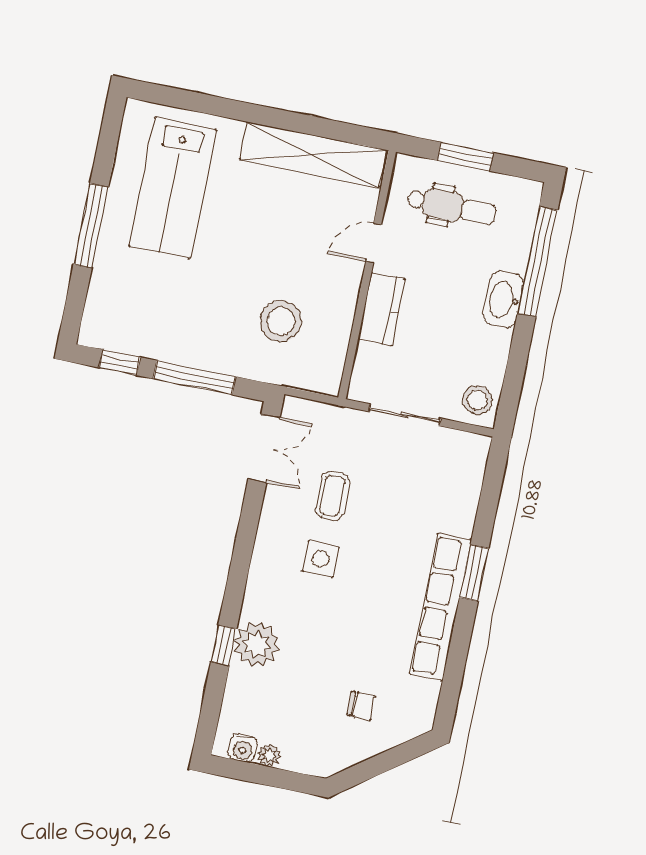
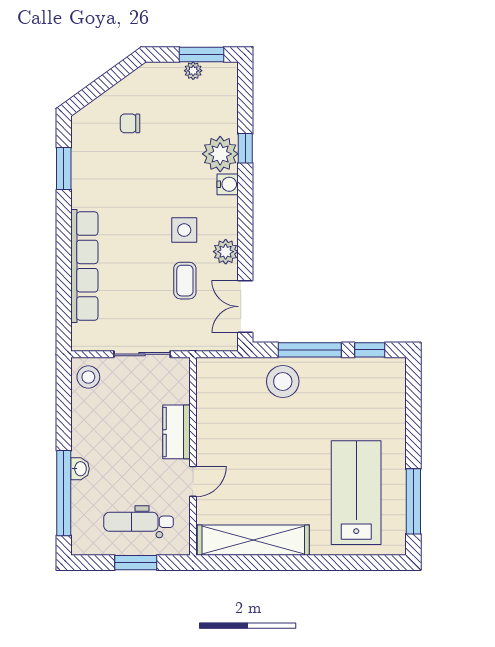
window: (91, 226) -> (413, 501), moved
washbasin: (503, 300) -> (80, 469), width x0.52, depth x0.69
stool: (281, 321) -> (283, 381), moved
plant: (275, 521) -> (226, 252), added
window: (474, 573) -> (64, 169), moved
row of seats: (441, 607) -> (84, 266), moved
water cooler: (243, 748) -> (228, 184), moved, turned 90
window: (255, 773) -> (201, 55), added

